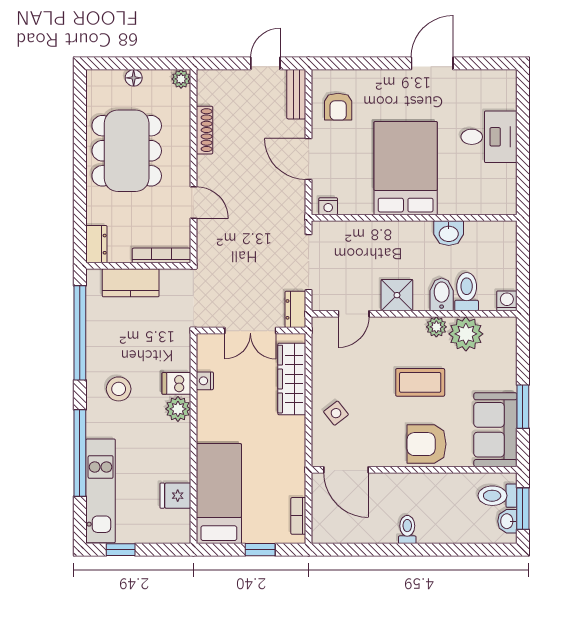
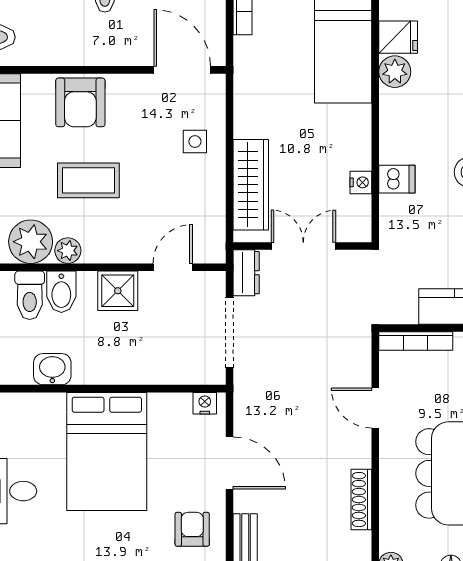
plant: (178, 409) -> (395, 72), moved
side table: (336, 413) -> (195, 142), turned 38
armchair: (427, 444) -> (80, 102), turned 90

